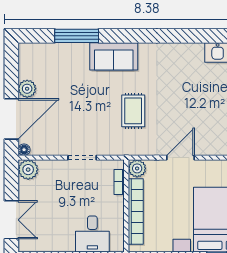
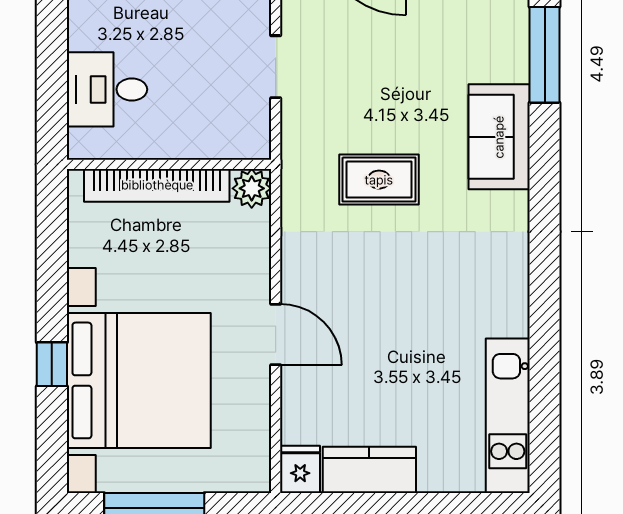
door: (180, 158) -> (276, 334), moved
bookcase: (119, 182) -> (222, 149), removed

